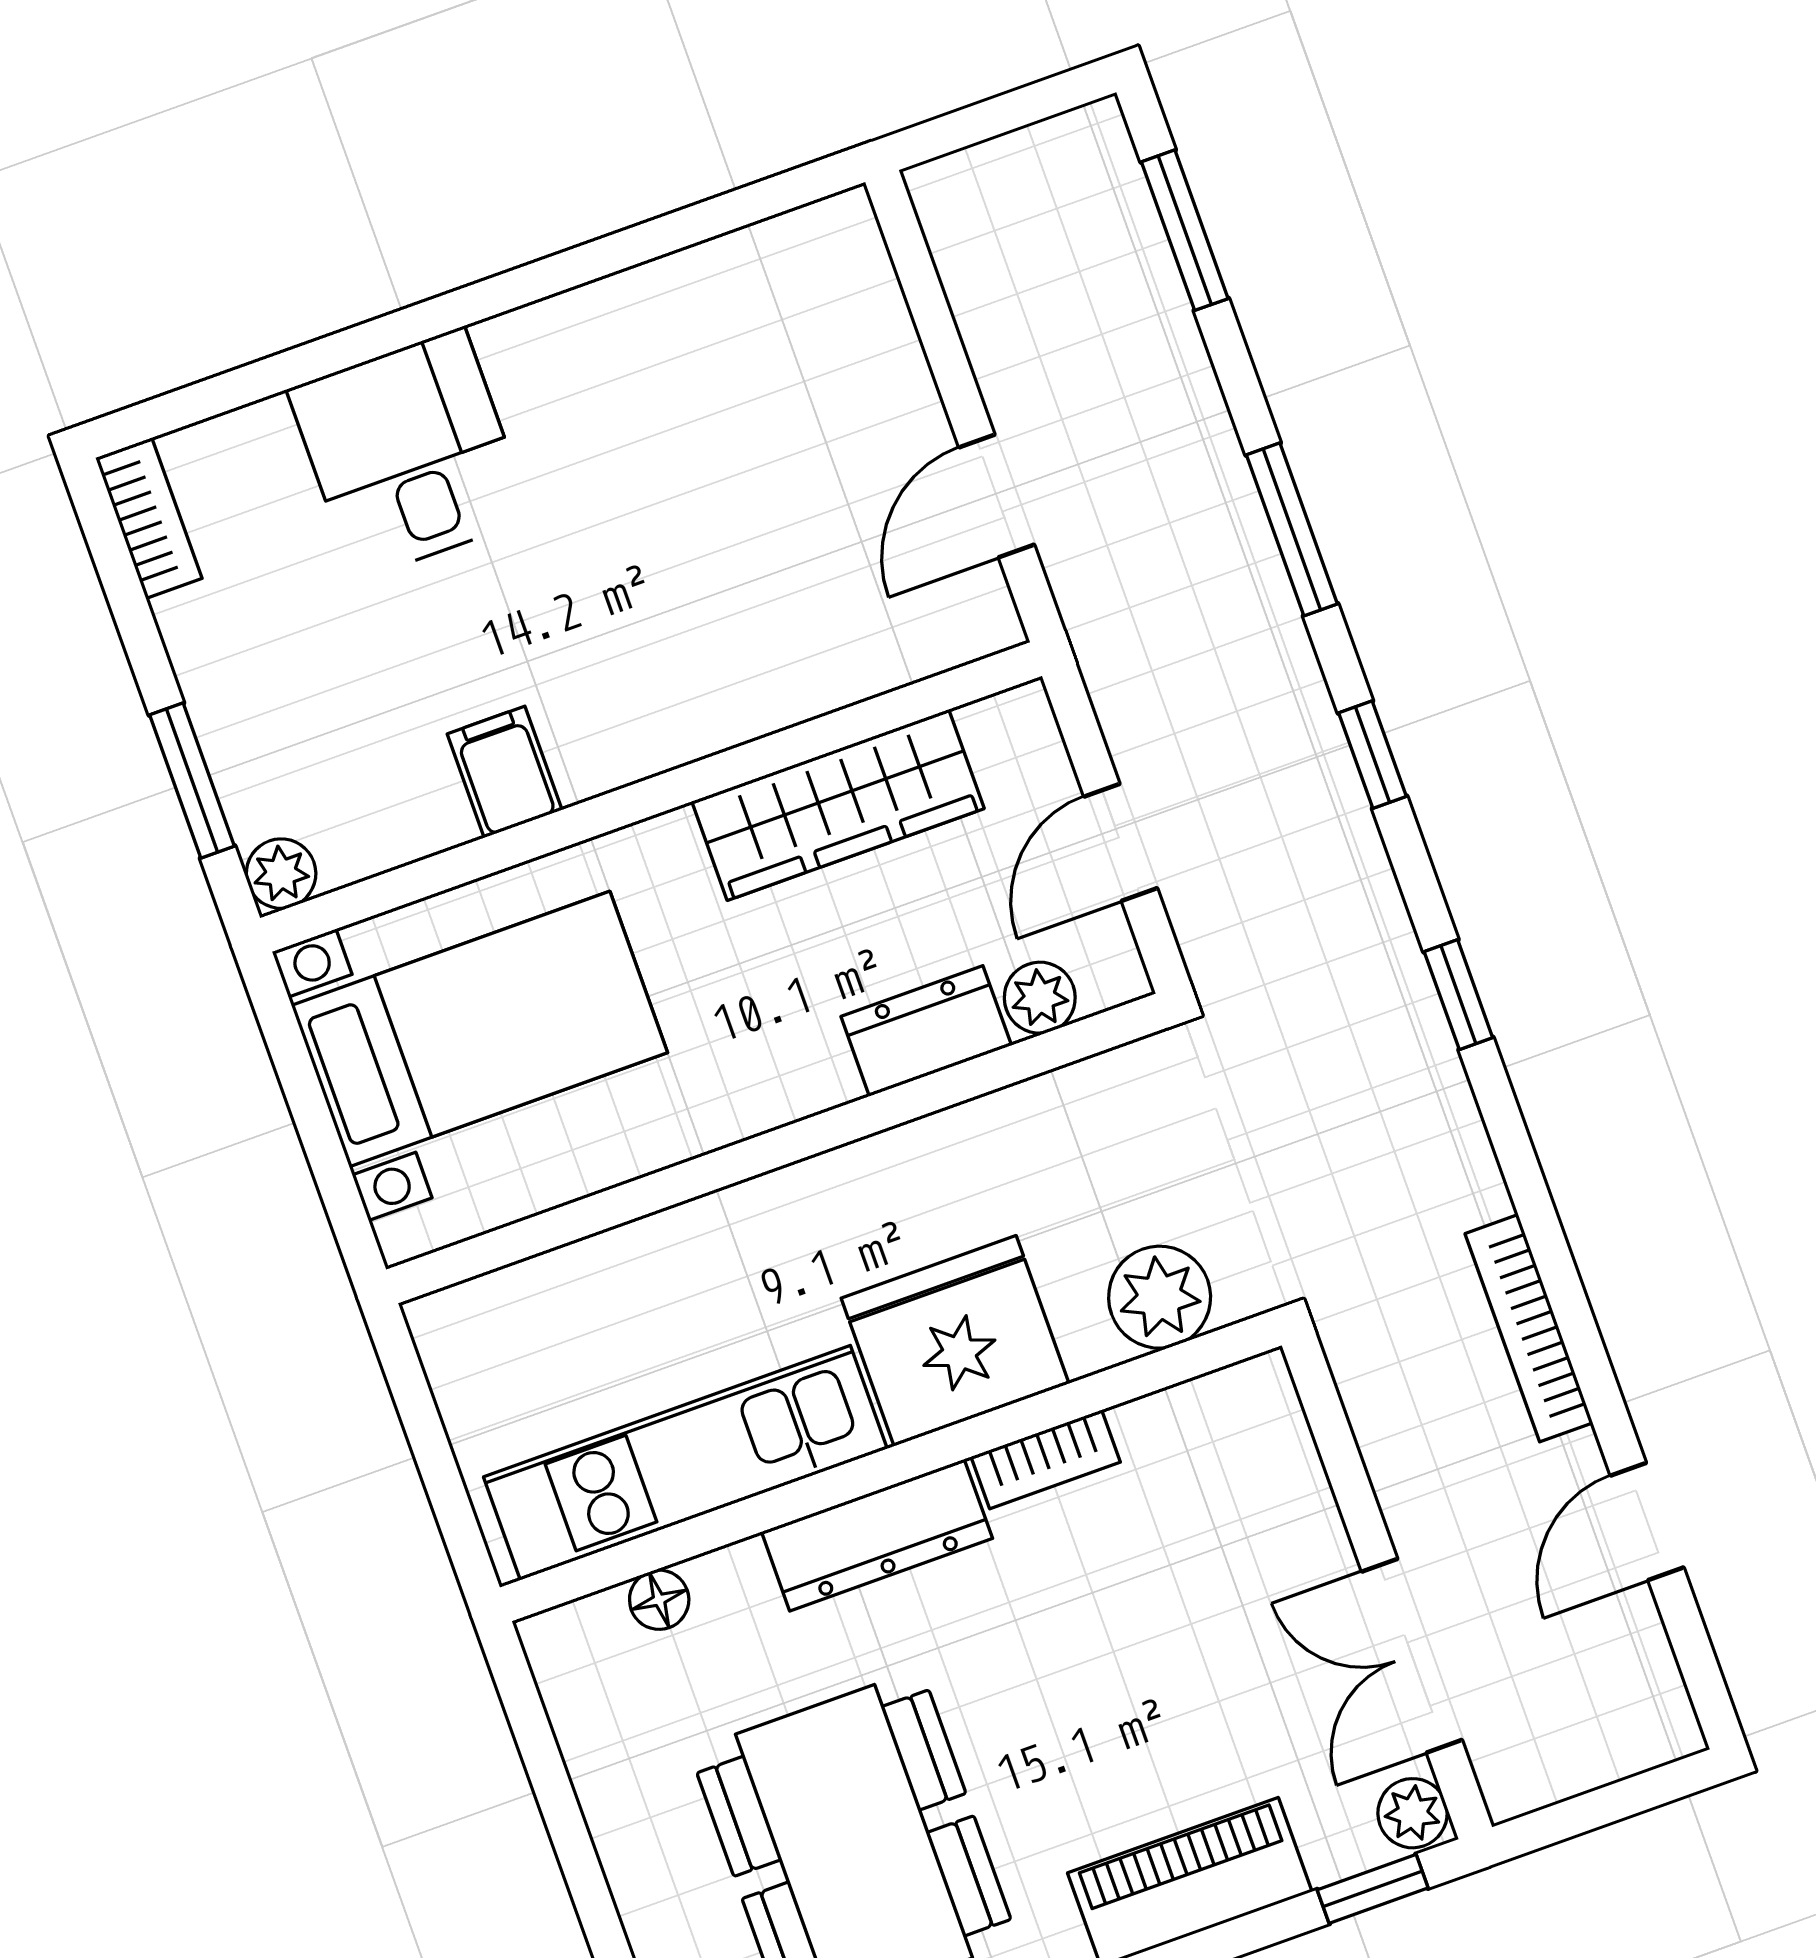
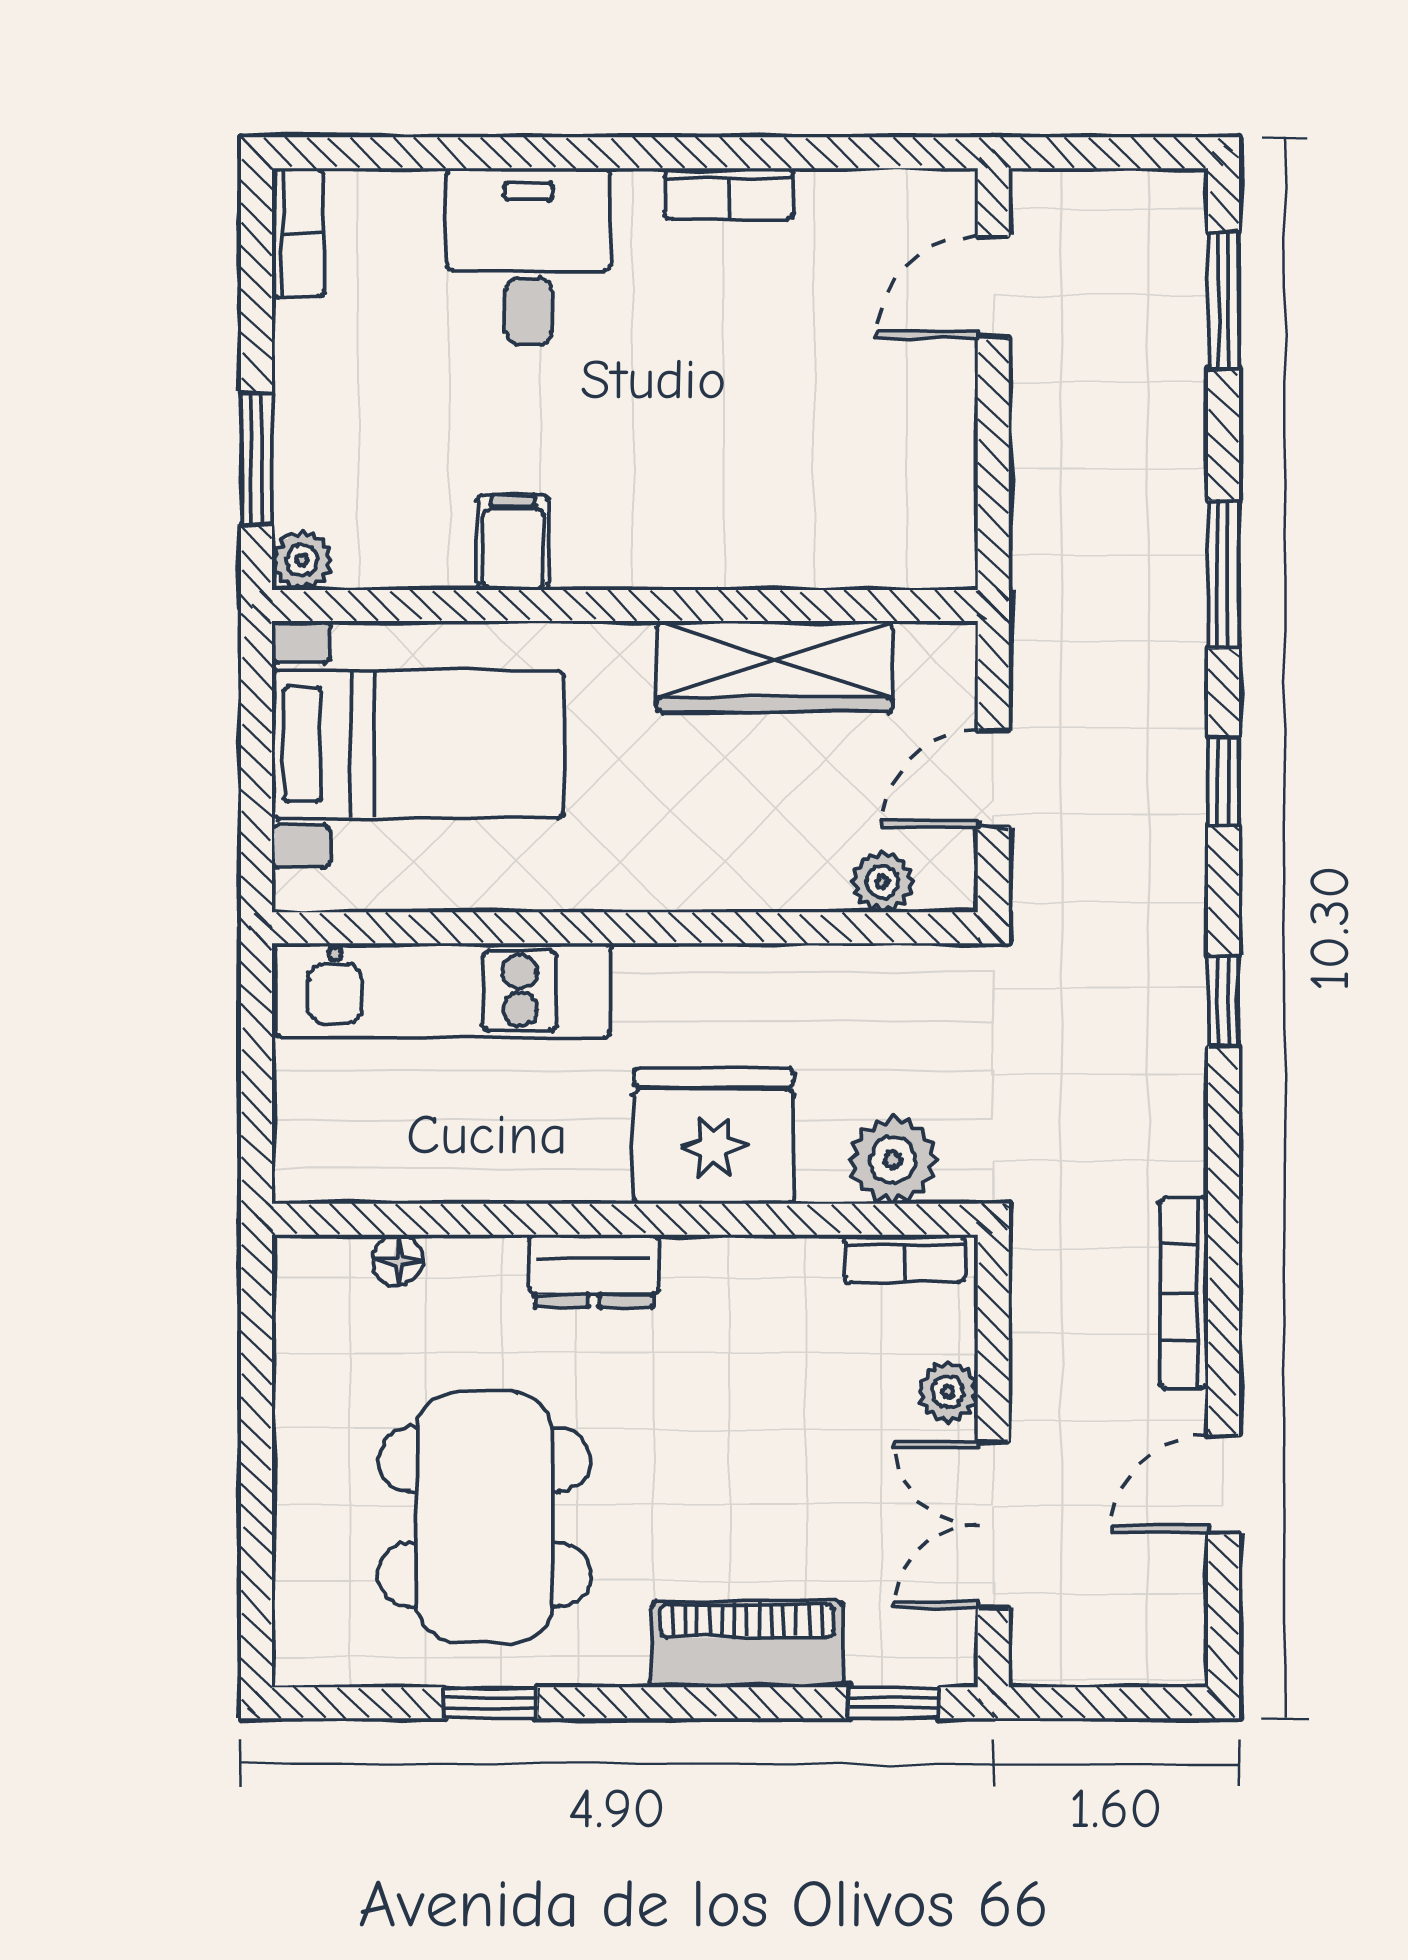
bookcase: (604, 307) -> (729, 194), added
door: (997, 496) -> (993, 287), moved
dresser: (926, 1031) -> (780, 876), removed
bookcase: (1046, 1459) -> (904, 1259), moved
kitchen unit: (685, 1463) -> (442, 991), moved, turned 180
dresser: (877, 1535) -> (594, 1271), width x0.70
plant: (1413, 1813) -> (948, 1392), moved

